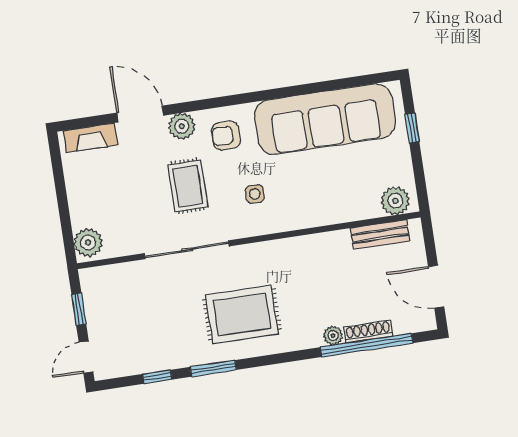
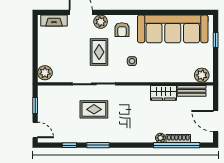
armchair: (226, 135) -> (122, 30), turned -90
wardrobe: (326, 247) -> (163, 93), added
rug: (242, 315) -> (94, 109), moved, width x0.73, depth x0.70
door: (86, 357) -> (35, 130), swing flipped

